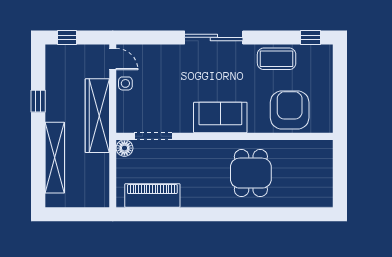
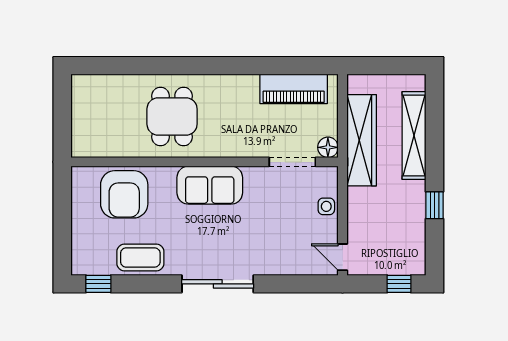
side table: (125, 83) -> (326, 206), moved
wardrobe: (97, 116) -> (362, 140), moved

